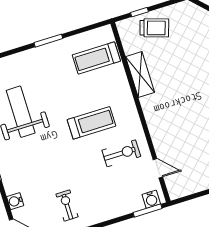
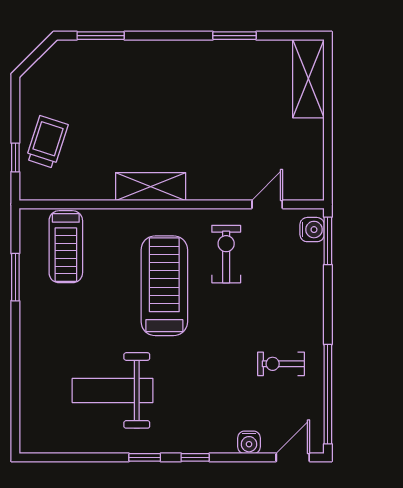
window: (48, 41) -> (15, 277), moved
shelving: (140, 74) -> (151, 187), moved
treadmill: (91, 123) -> (164, 286), width x1.37, depth x1.37

